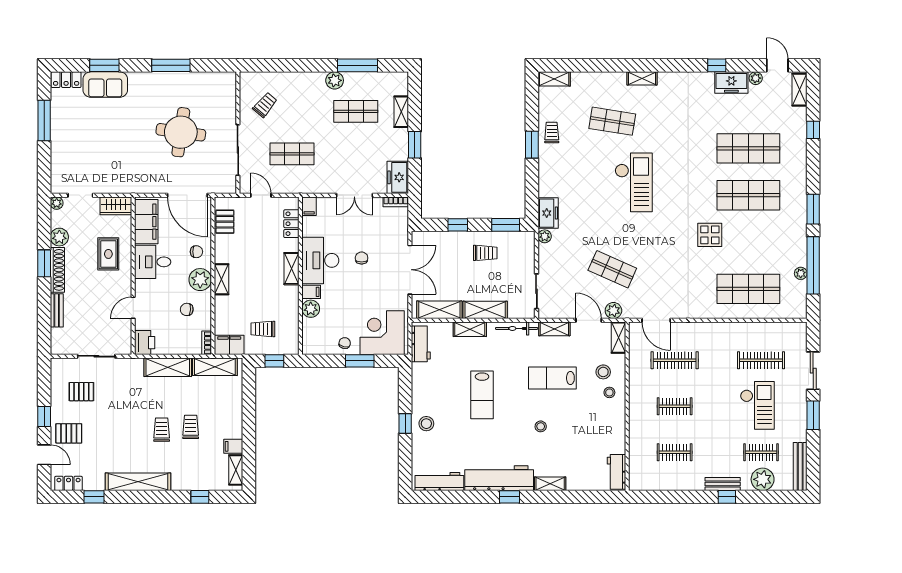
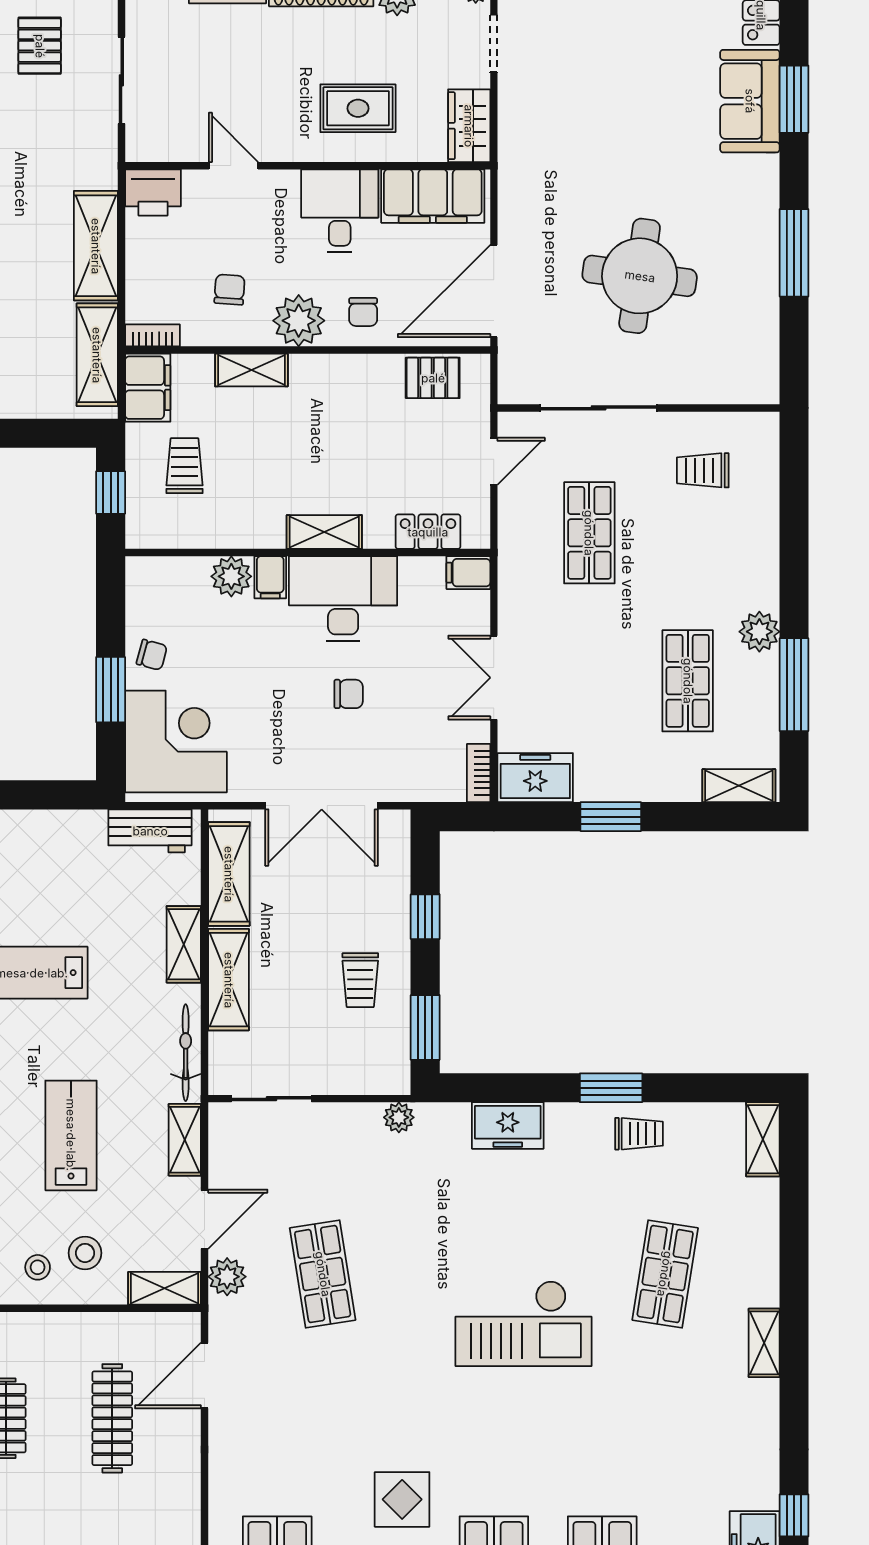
trolley: (265, 105) -> (703, 470), turned 140
shelving: (401, 112) -> (739, 786), moved
freezer: (548, 213) -> (508, 1126), moved
shop shelf: (612, 269) -> (323, 1274), turned -33
shelving: (222, 279) -> (251, 370), moved

